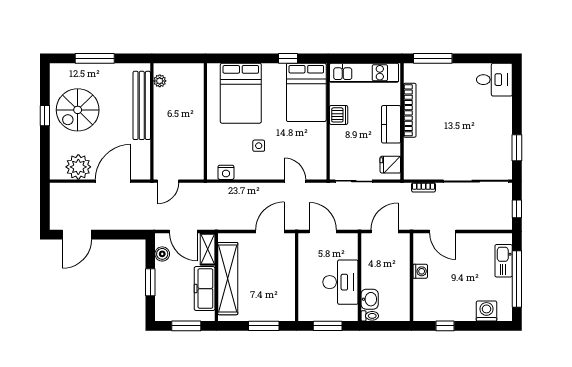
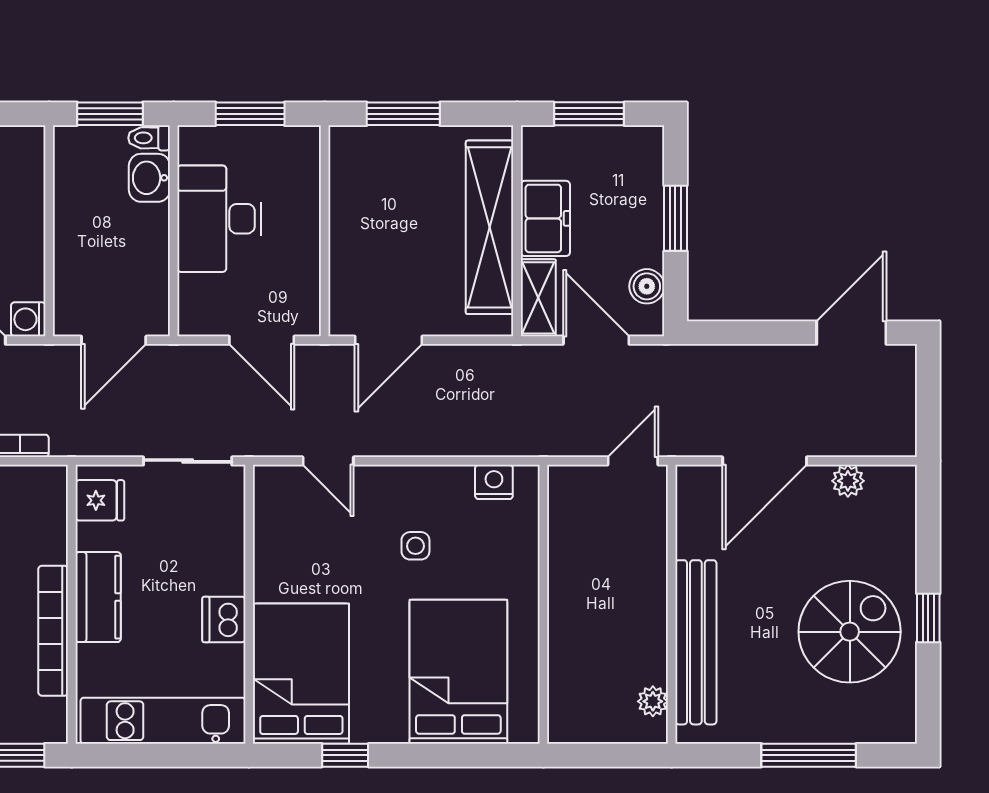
plant: (78, 167) -> (848, 481), width x0.53, depth x0.53
washing machine: (420, 271) -> (28, 319), moved
freezer: (205, 289) -> (545, 218), width x0.71
window: (386, 326) -> (110, 114), added

